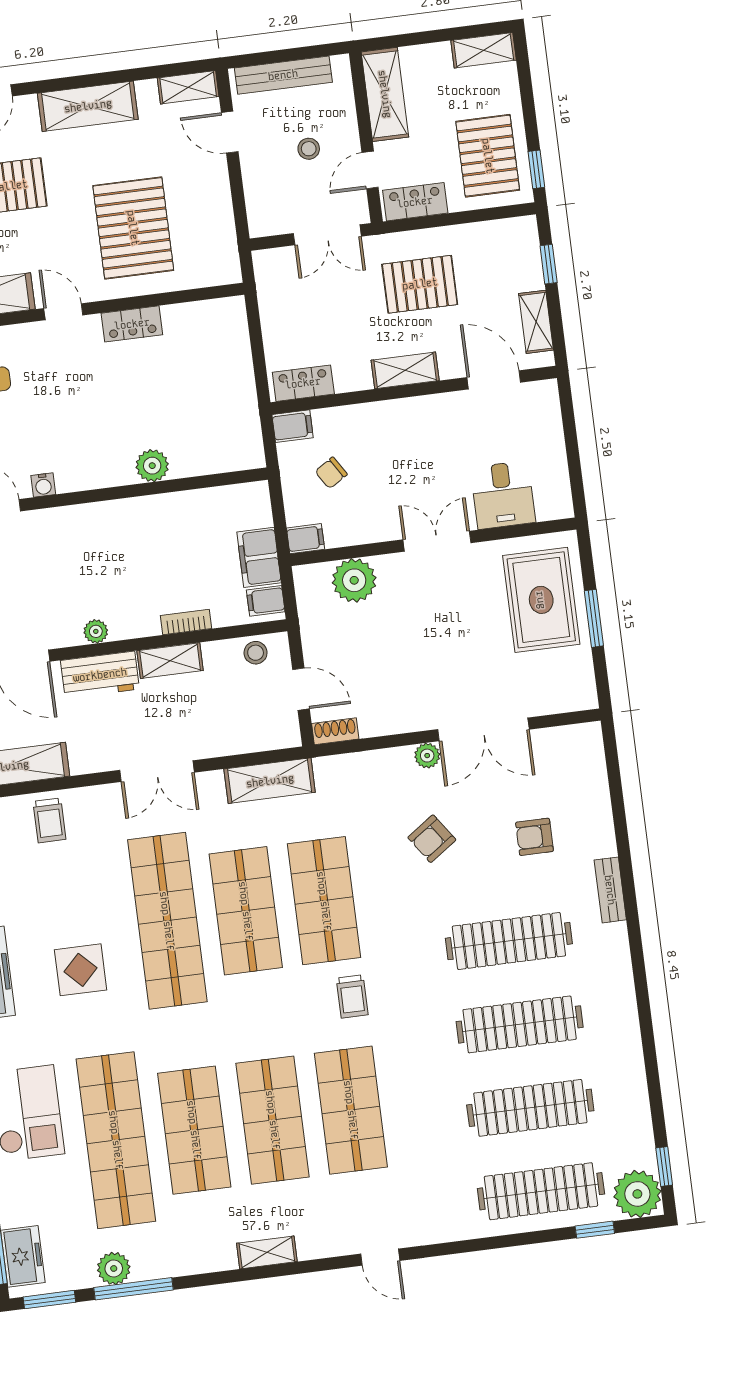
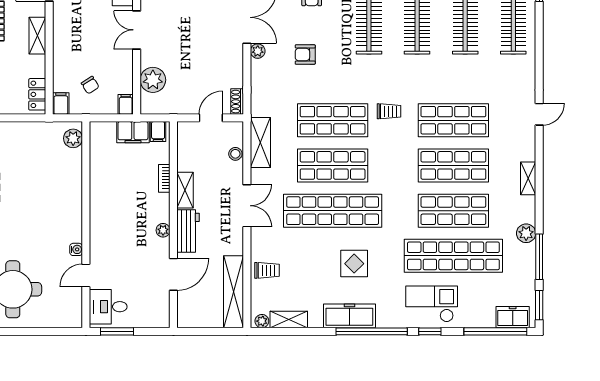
plant: (152, 466) -> (73, 138), moved
stool: (256, 653) -> (235, 154), moved
armchair: (432, 839) -> (305, 55), turned 125
plant: (114, 1268) -> (526, 233), moved

